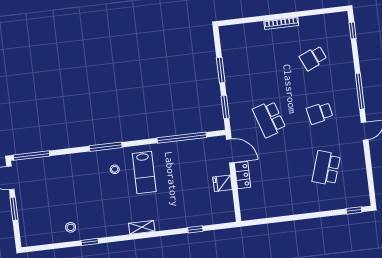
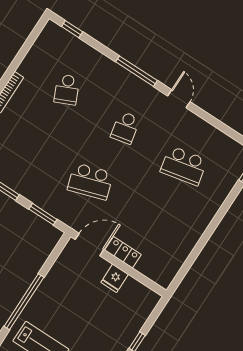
window: (182, 138) -> (24, 302), moved
school desk: (326, 168) -> (184, 166), turned -30

